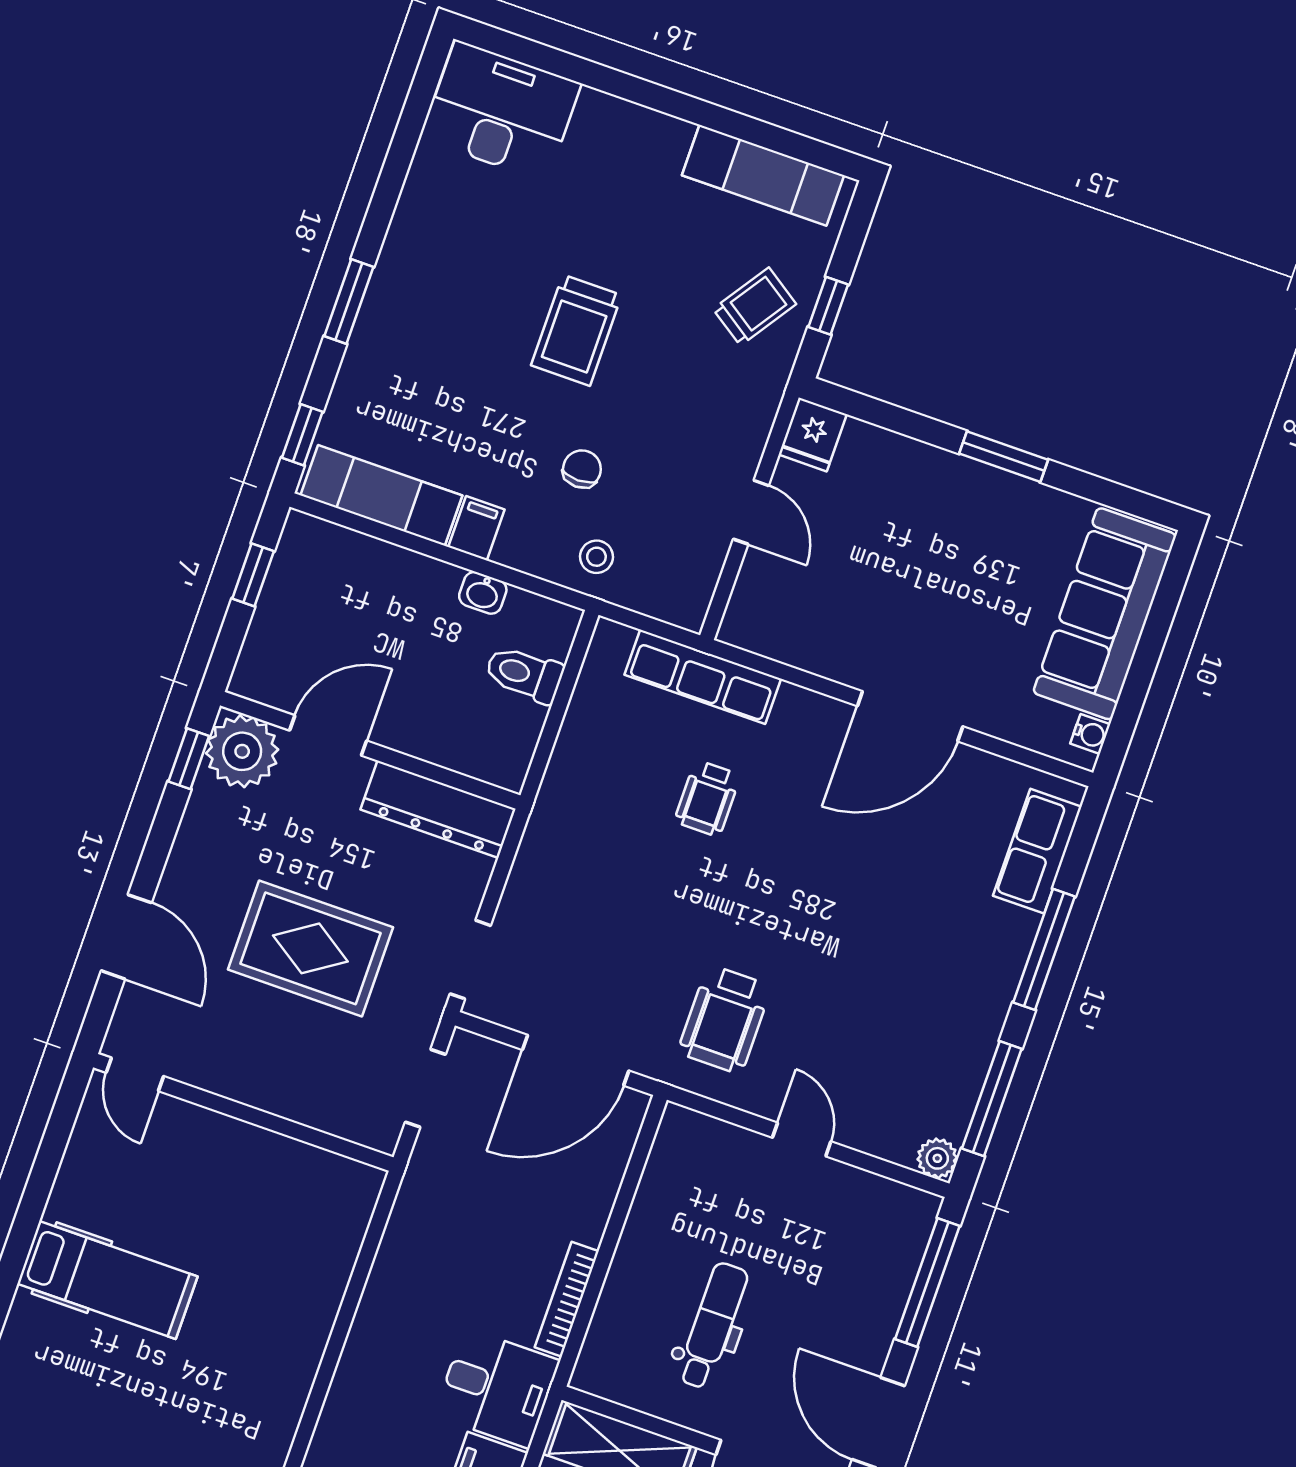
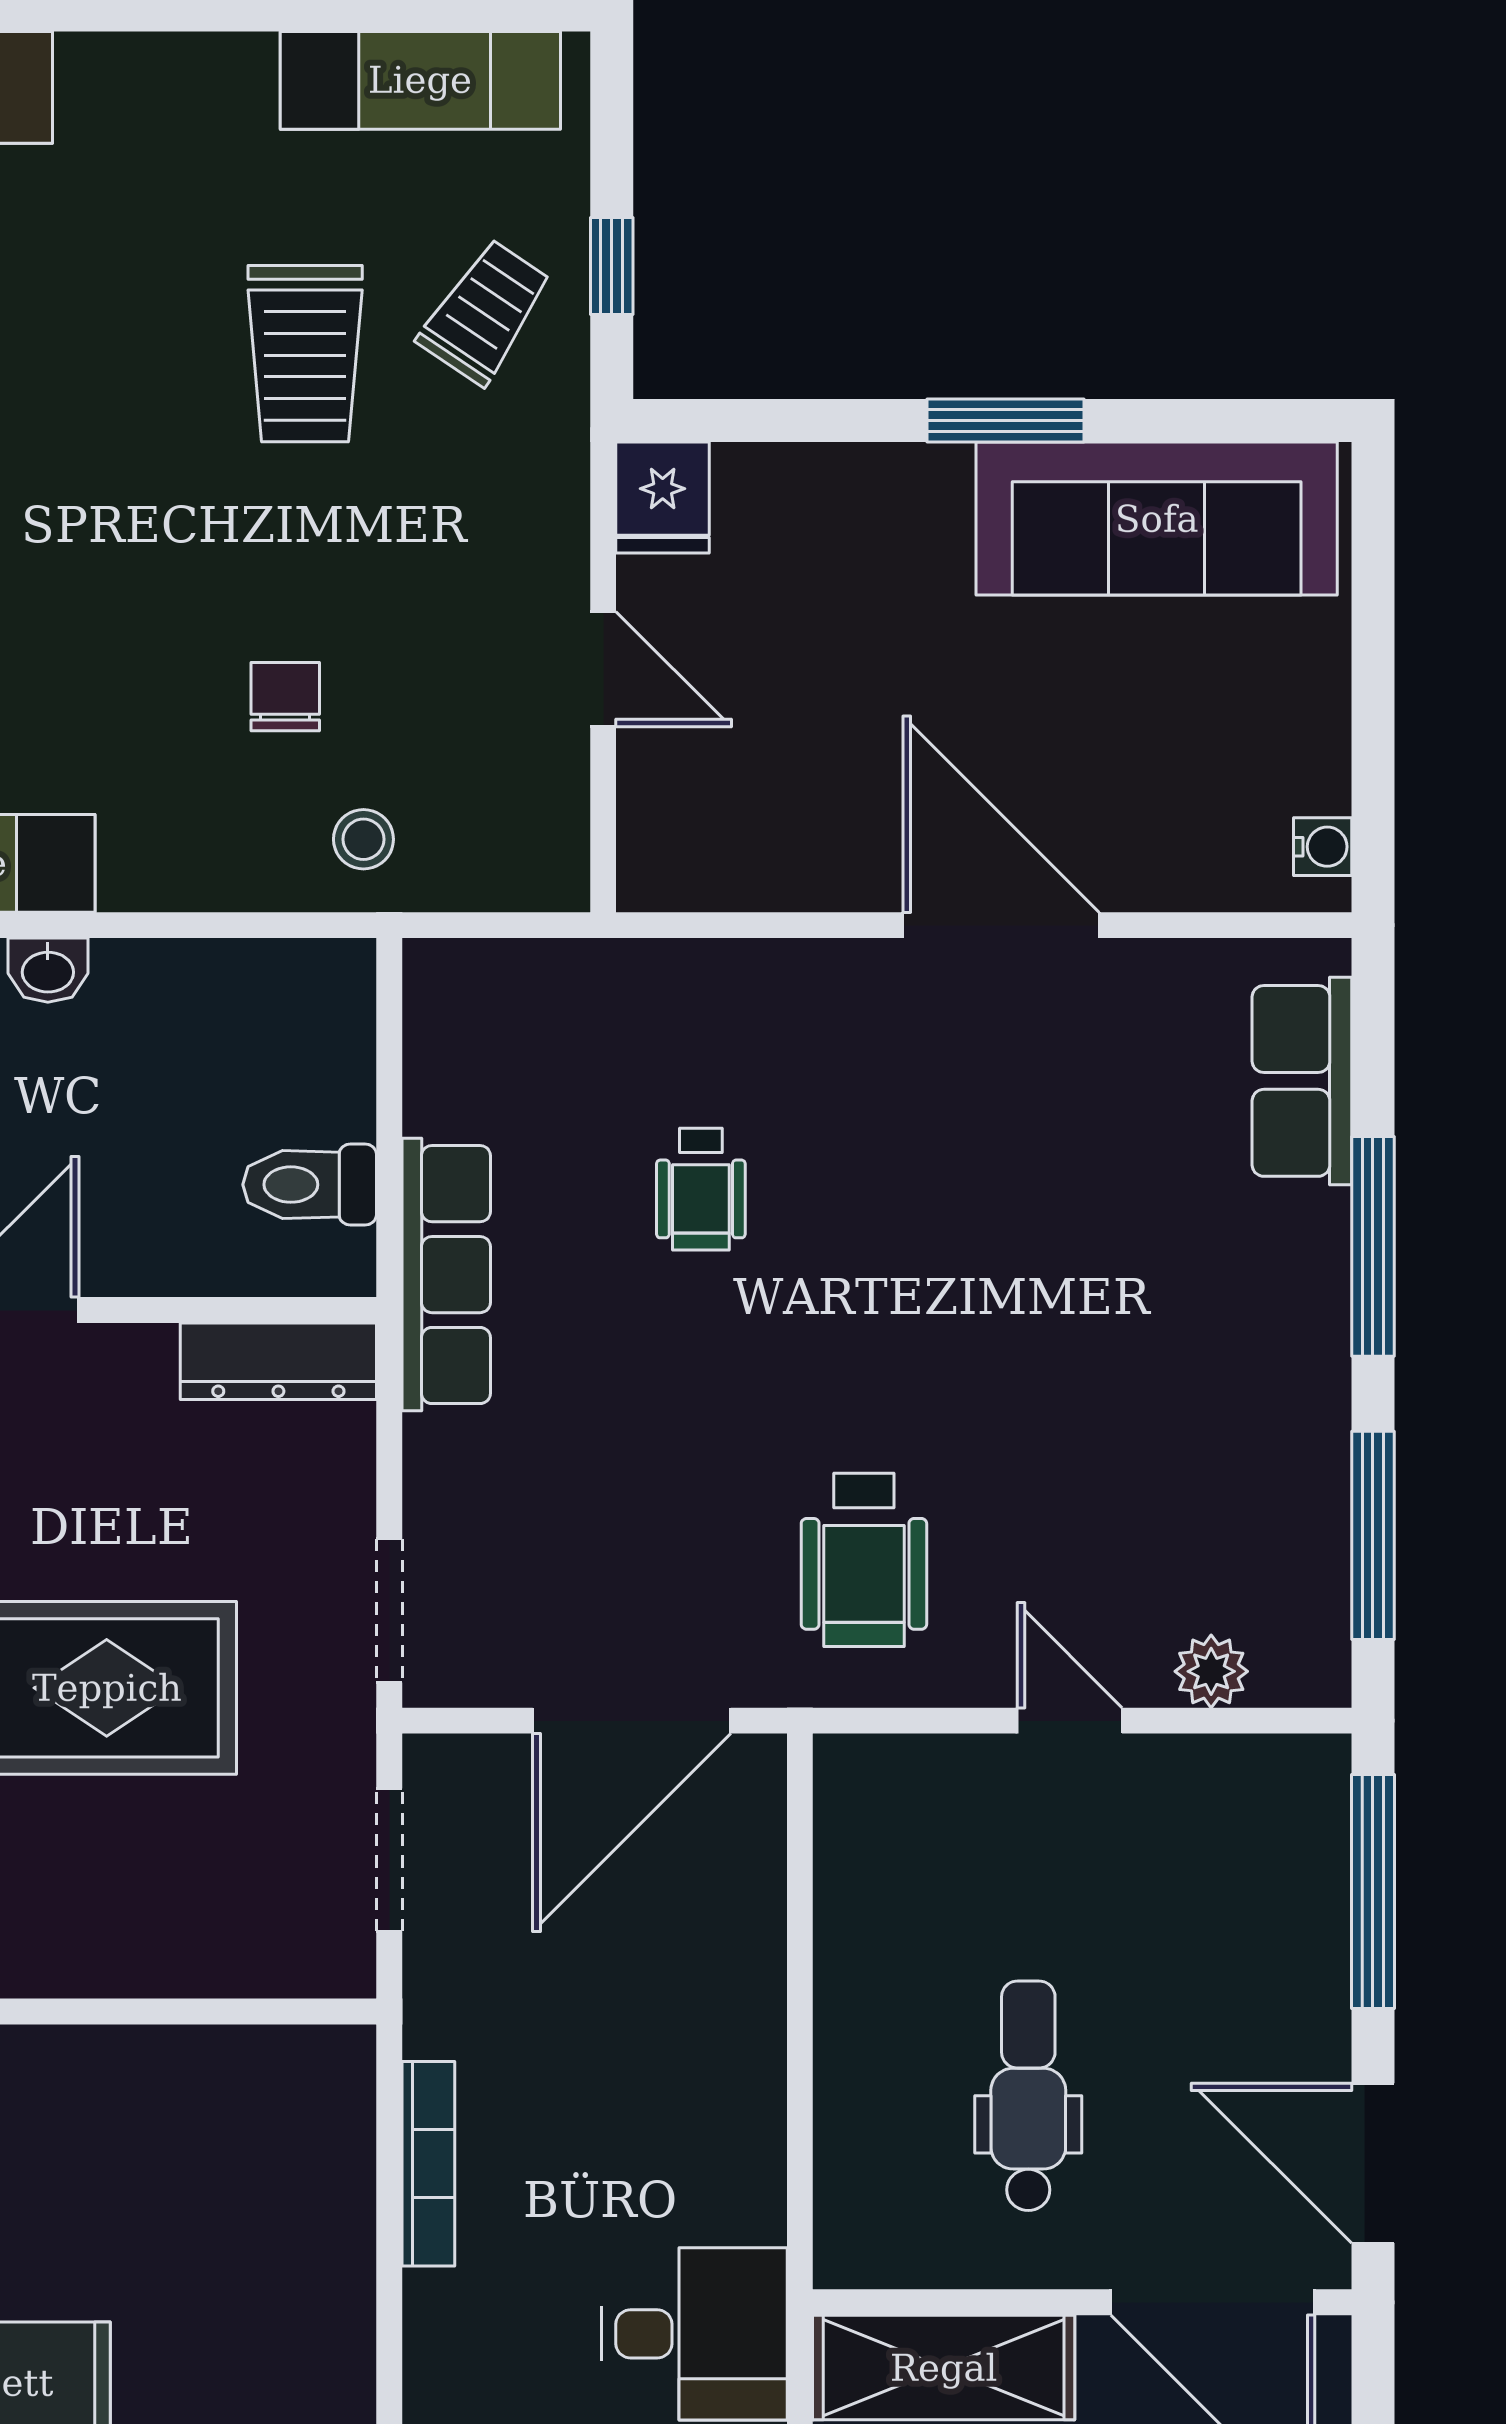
trolley: (576, 330) -> (305, 354), moved
filing cabinet: (476, 528) -> (139, 863), removed
washbasin: (483, 593) -> (48, 970), moved
sofa: (1105, 614) -> (1157, 519), moved, turned -90
toilet: (524, 674) -> (310, 1185), moved
row of seats: (703, 677) -> (446, 1275), moved, turned -90
door: (910, 716) -> (1001, 925), swing flipped
dresser: (438, 809) -> (278, 1361), width x0.73, depth x0.80
plant: (937, 1158) -> (1211, 1671), moved
bookcase: (567, 1299) -> (428, 2164), moved, turned 180

